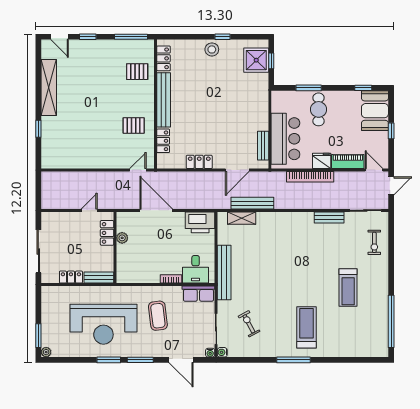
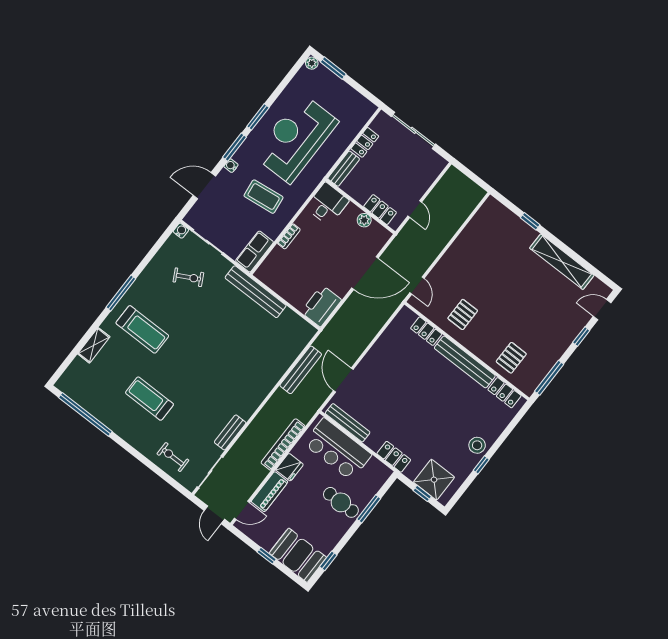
bench: (263, 146) -> (348, 423), width x1.36
locker: (199, 162) -> (394, 457), moved, turned -90
shelving: (242, 218) -> (94, 345), moved
desk: (196, 269) -> (327, 204), moved, turned 90
water cooler: (210, 353) -> (231, 166), moved

